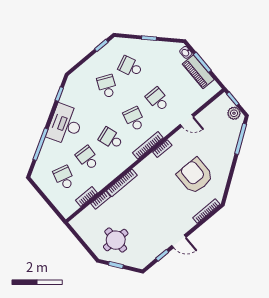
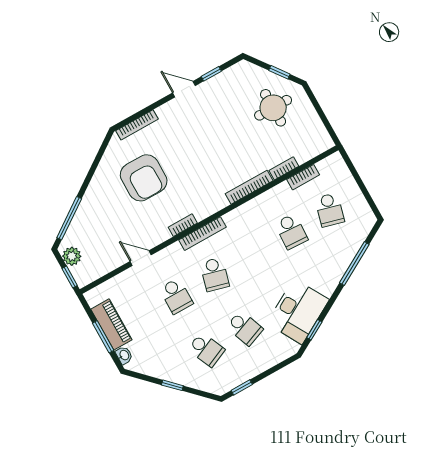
school desk: (107, 86) -> (245, 328), turned -45
desk: (65, 125) -> (298, 311), moved
school desk: (111, 139) -> (253, 253), removed

